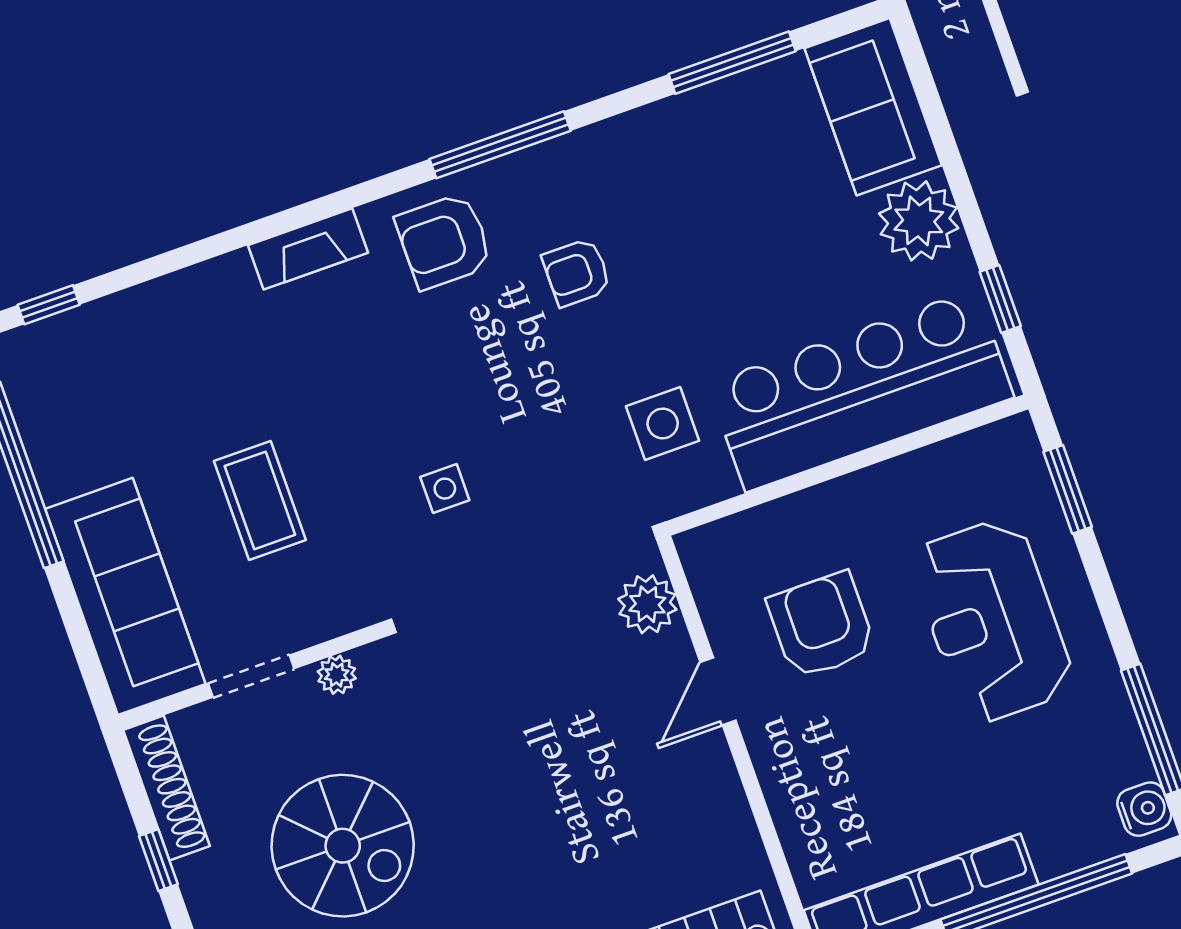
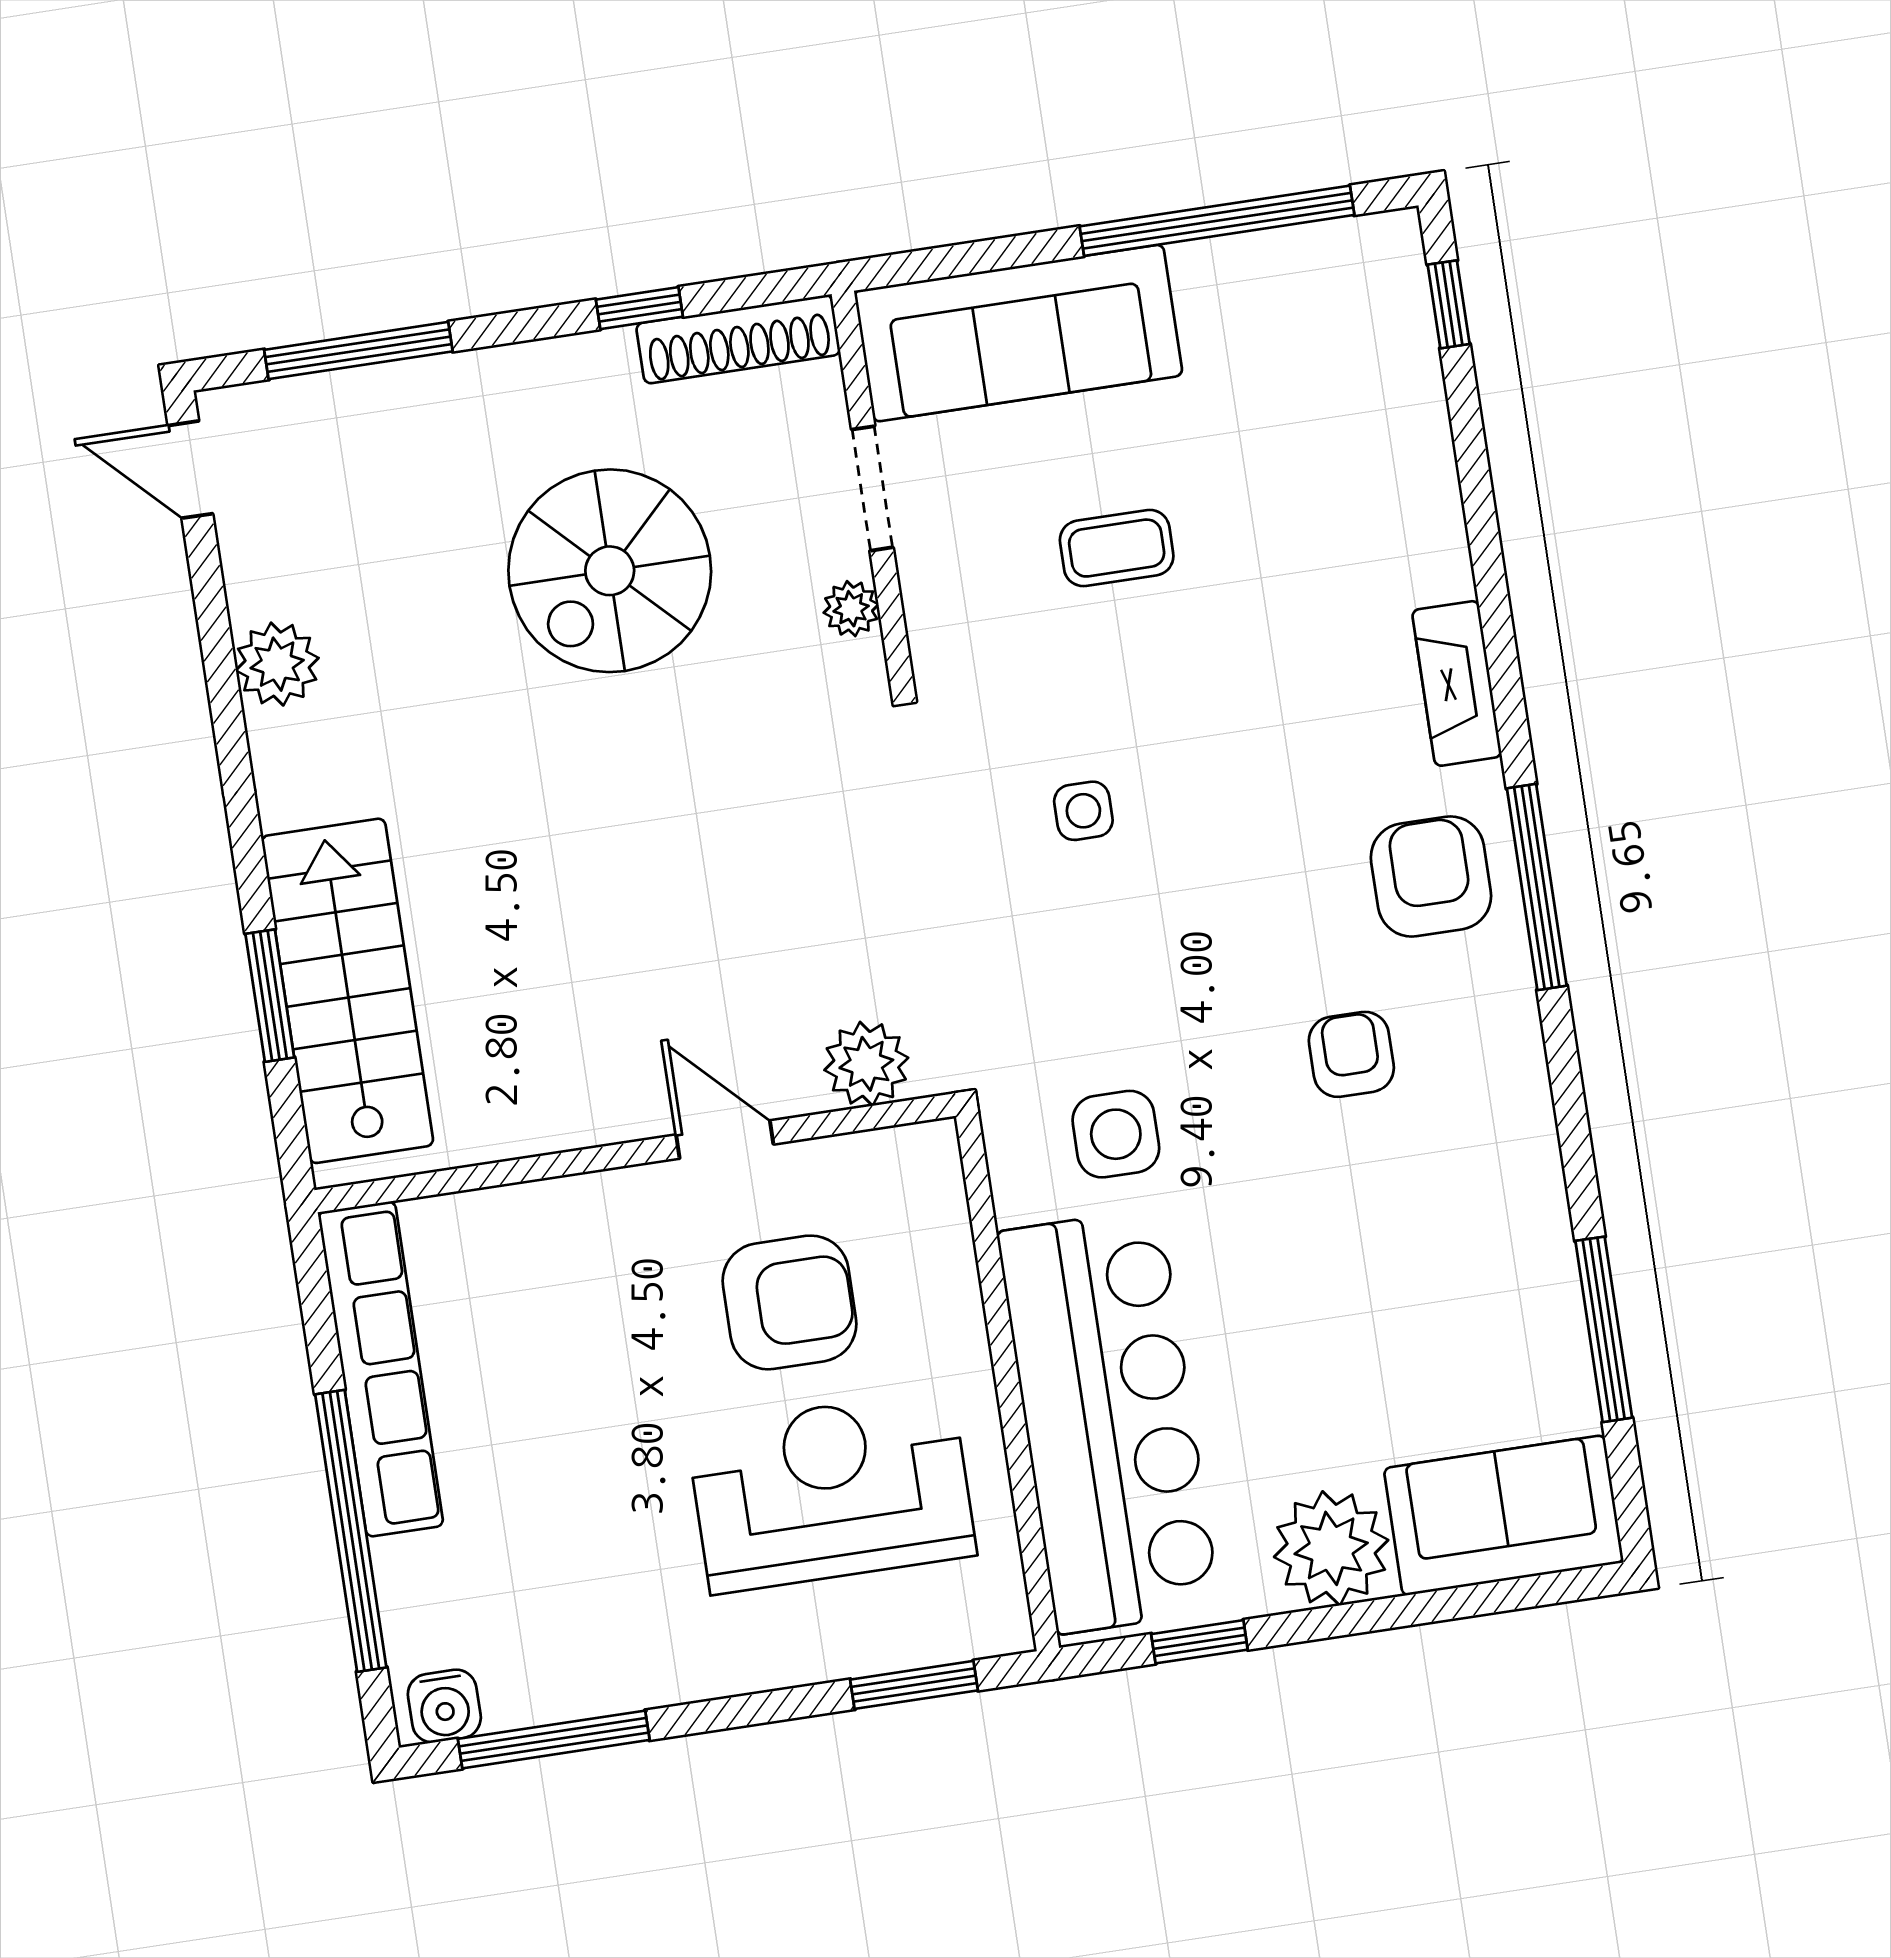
window: (500, 145) -> (1537, 887), moved
coffee table: (260, 500) -> (1117, 548), width x0.73, depth x0.77
reception desk: (992, 621) -> (831, 1491), moved

